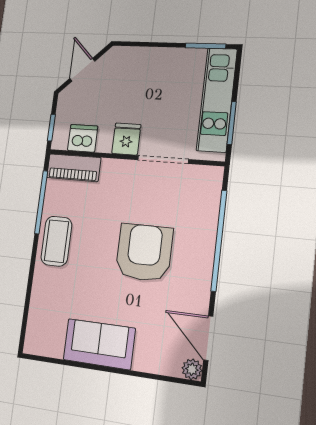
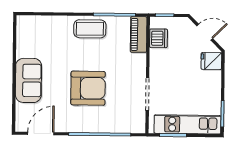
fridge: (126, 139) -> (211, 61), moved, turned 180
sofa: (99, 344) -> (28, 80), moved
plant: (192, 369) -> (21, 126), removed

